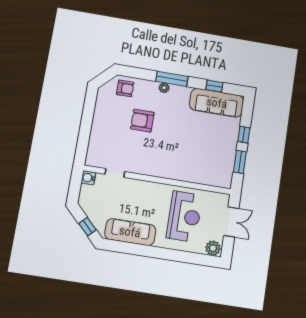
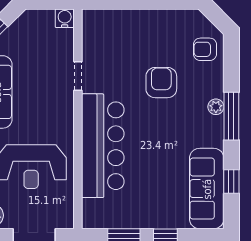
armchair: (125, 88) -> (205, 49), turned 90
bar counter: (178, 166) -> (103, 146), added
doorway: (115, 173) -> (78, 76), moved

